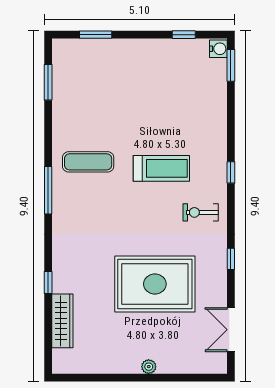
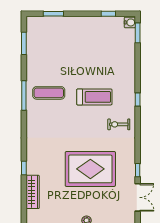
window: (48, 190) -> (24, 96), moved
window: (231, 259) -> (138, 170), moved
double door: (231, 330) -> (138, 197), swing flipped

